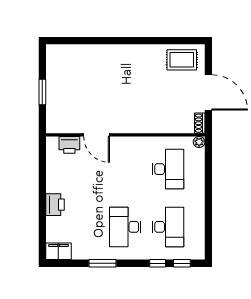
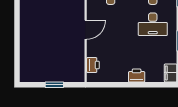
door: (97, 135) -> (86, 30), moved

